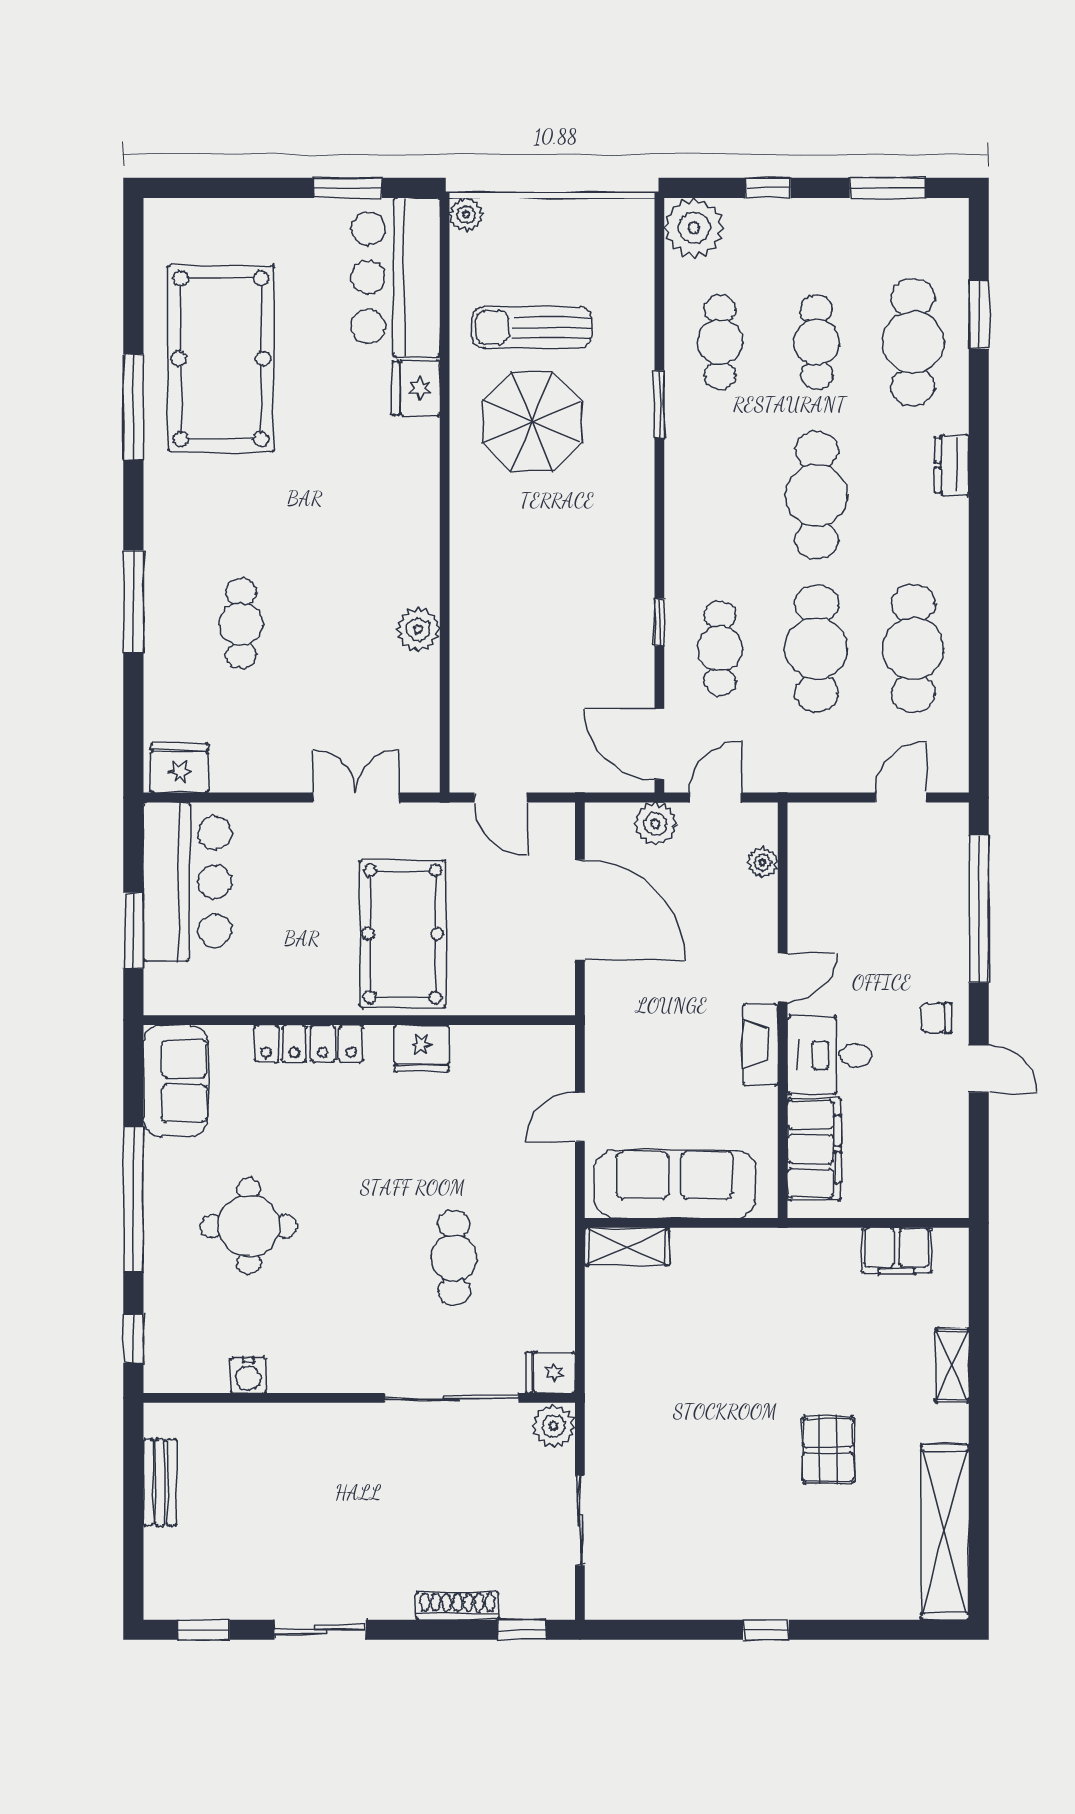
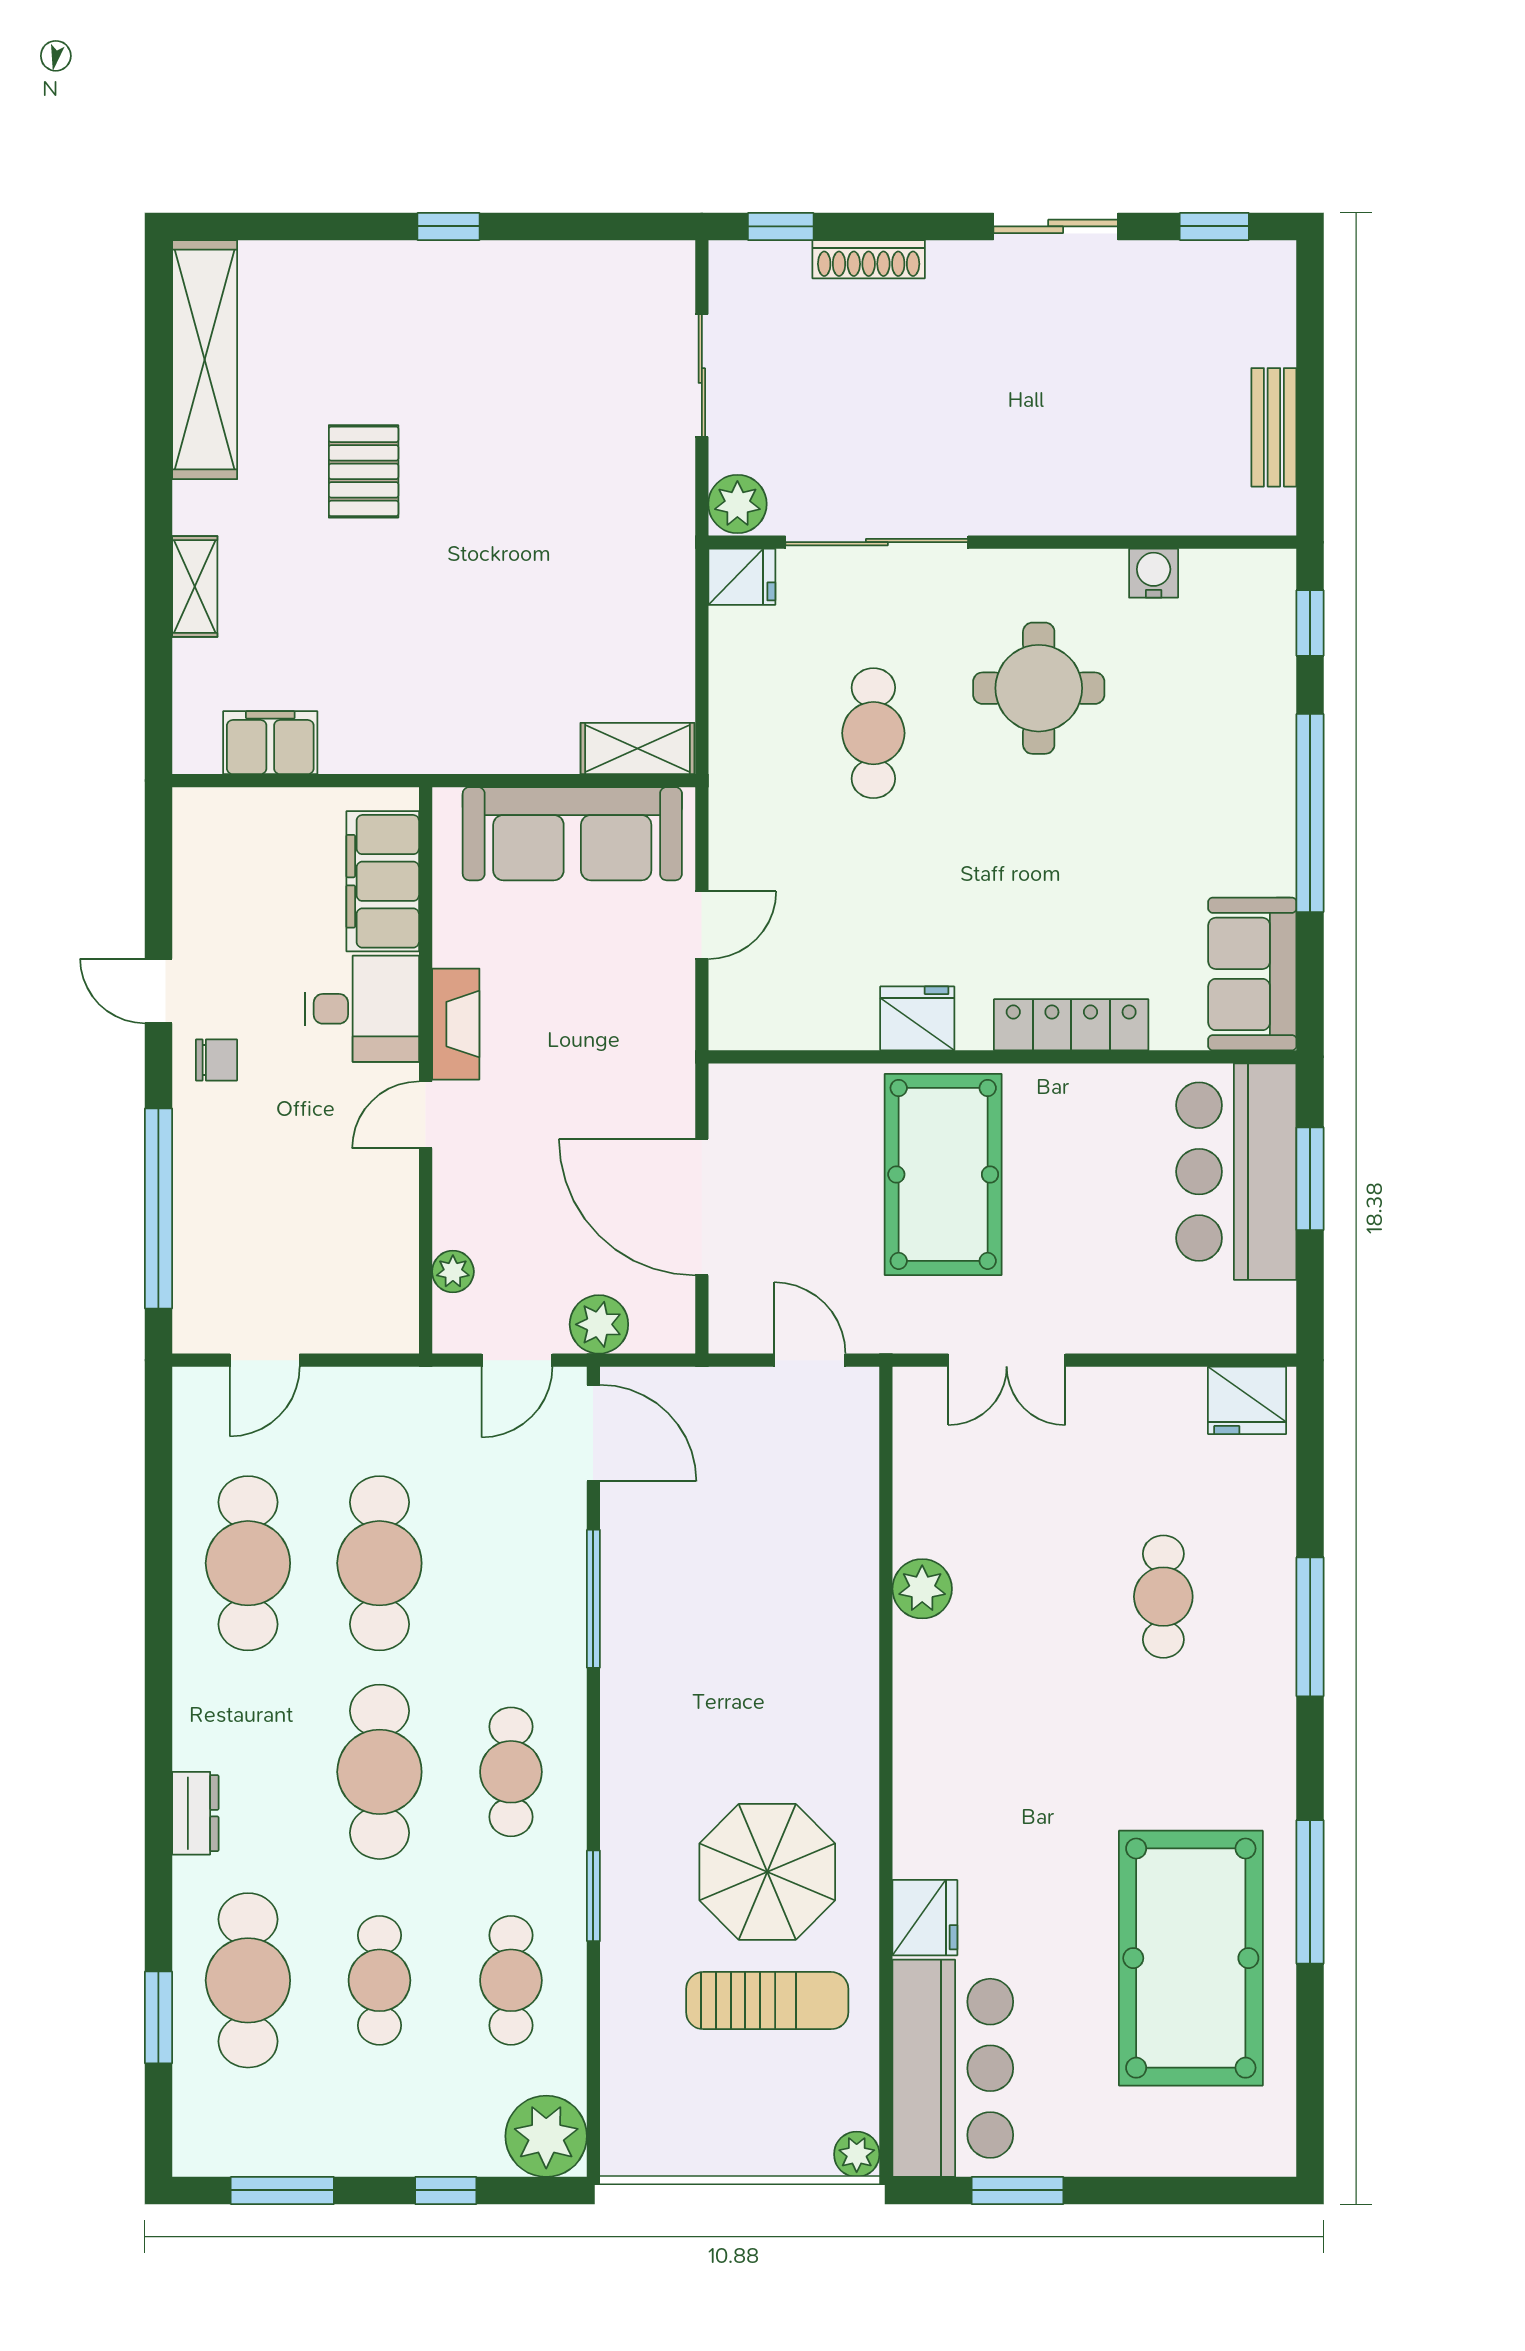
window: (659, 622) -> (593, 1599), width x2.17
cafe table: (720, 648) -> (511, 1772), moved
bar counter: (187, 882) -> (1236, 1172), moved
round table: (249, 1226) -> (1039, 688), moved

